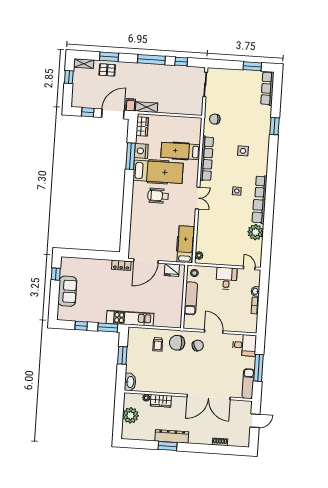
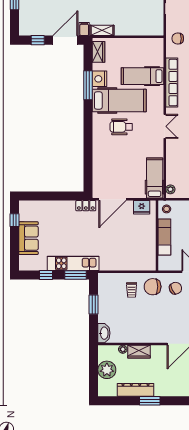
kitchen unit: (130, 318) -> (73, 263), moved
dresser: (172, 436) -> (136, 390), moved

